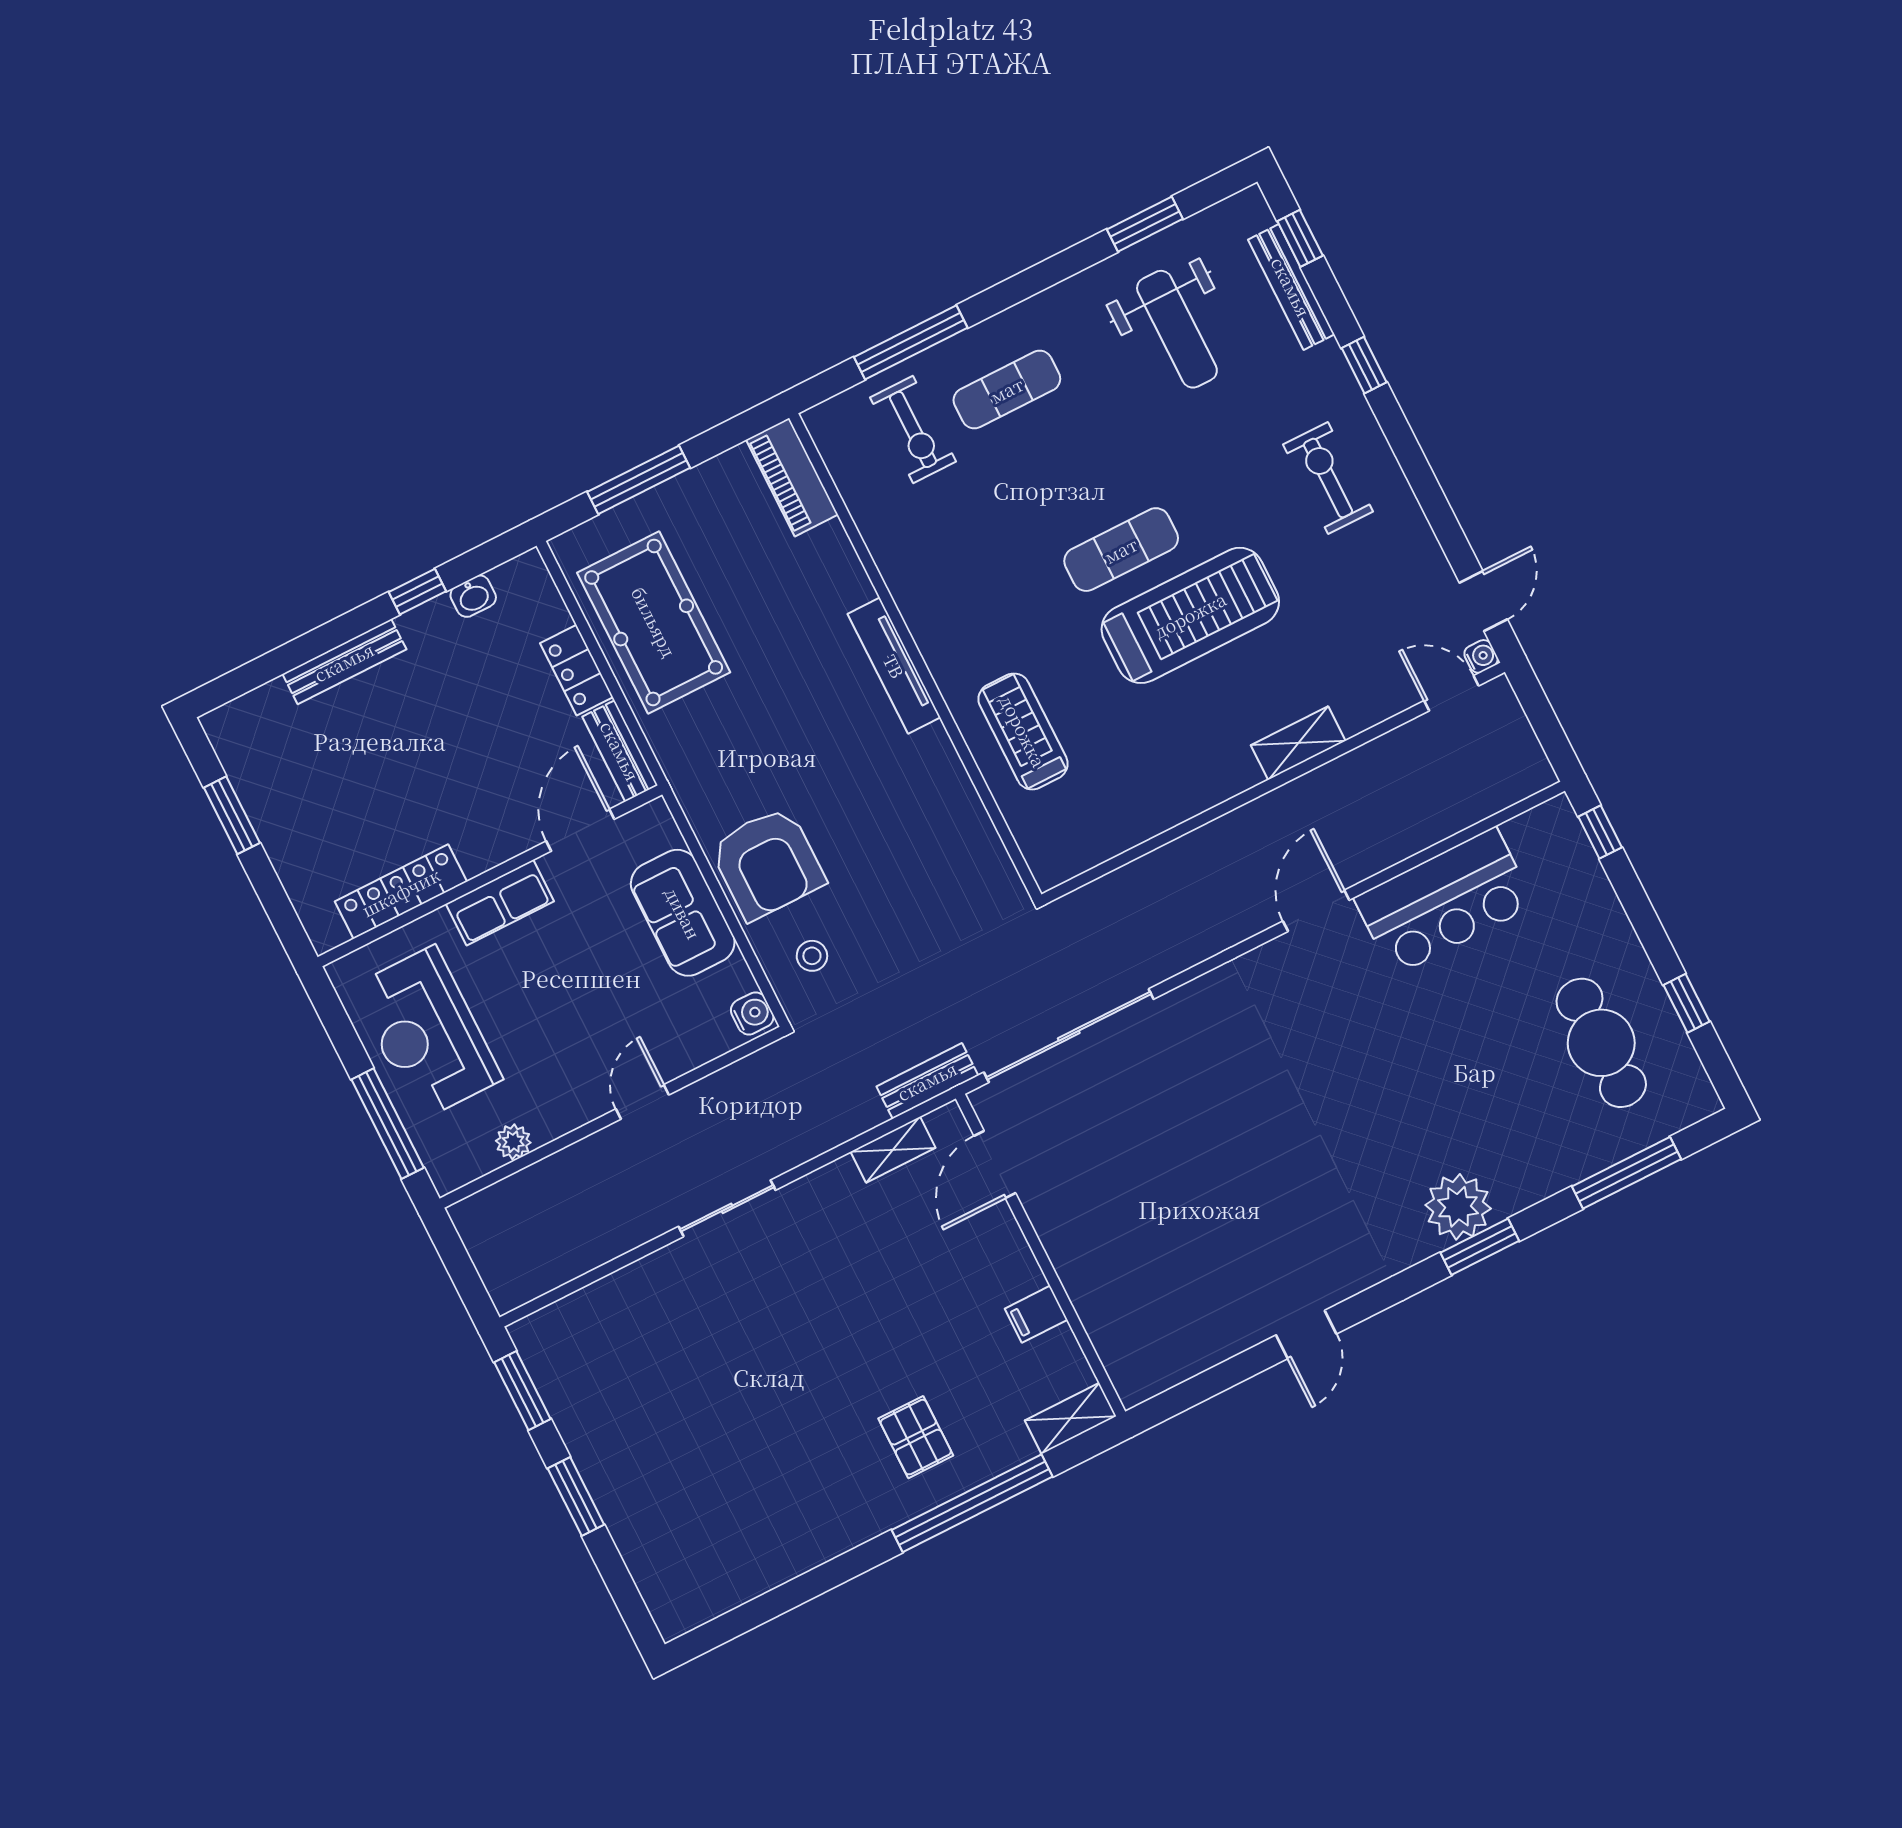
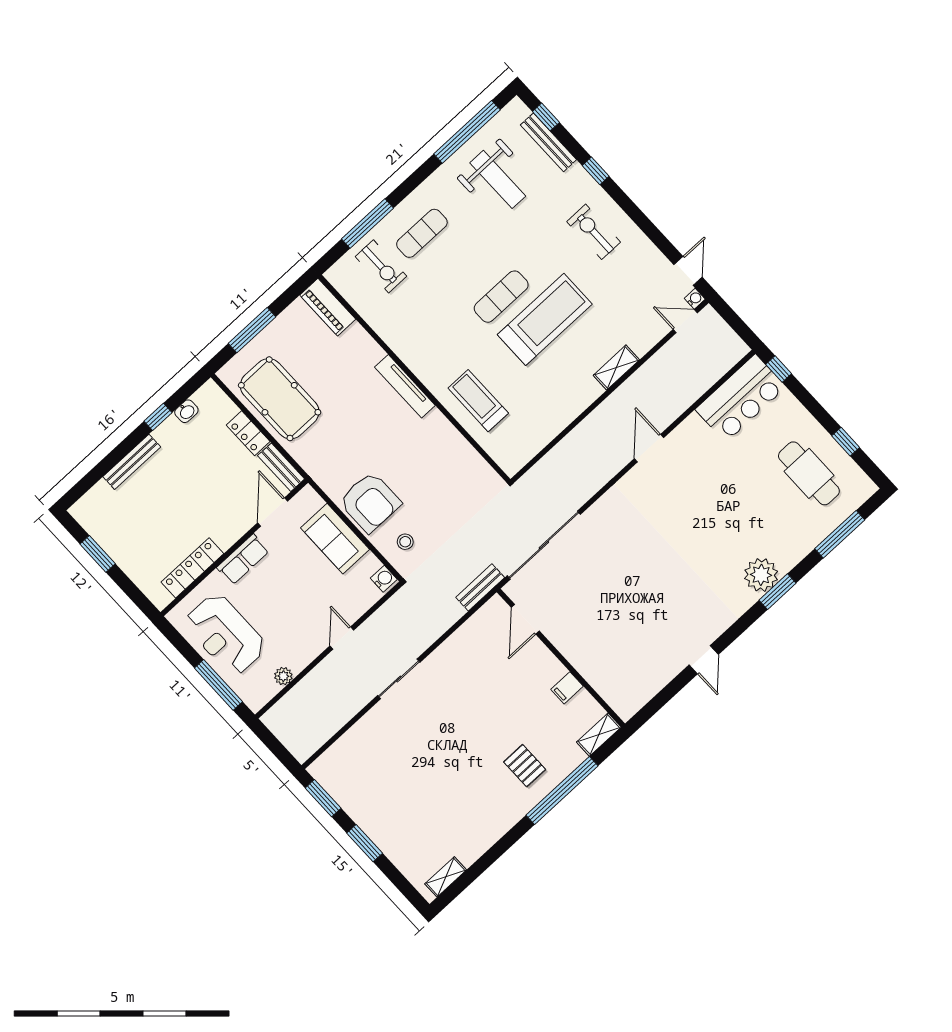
window: (1145, 224) -> (467, 132), width x2.11
bar counter: (1444, 901) -> (741, 398), moved
shelving: (893, 1150) -> (446, 877), moved

